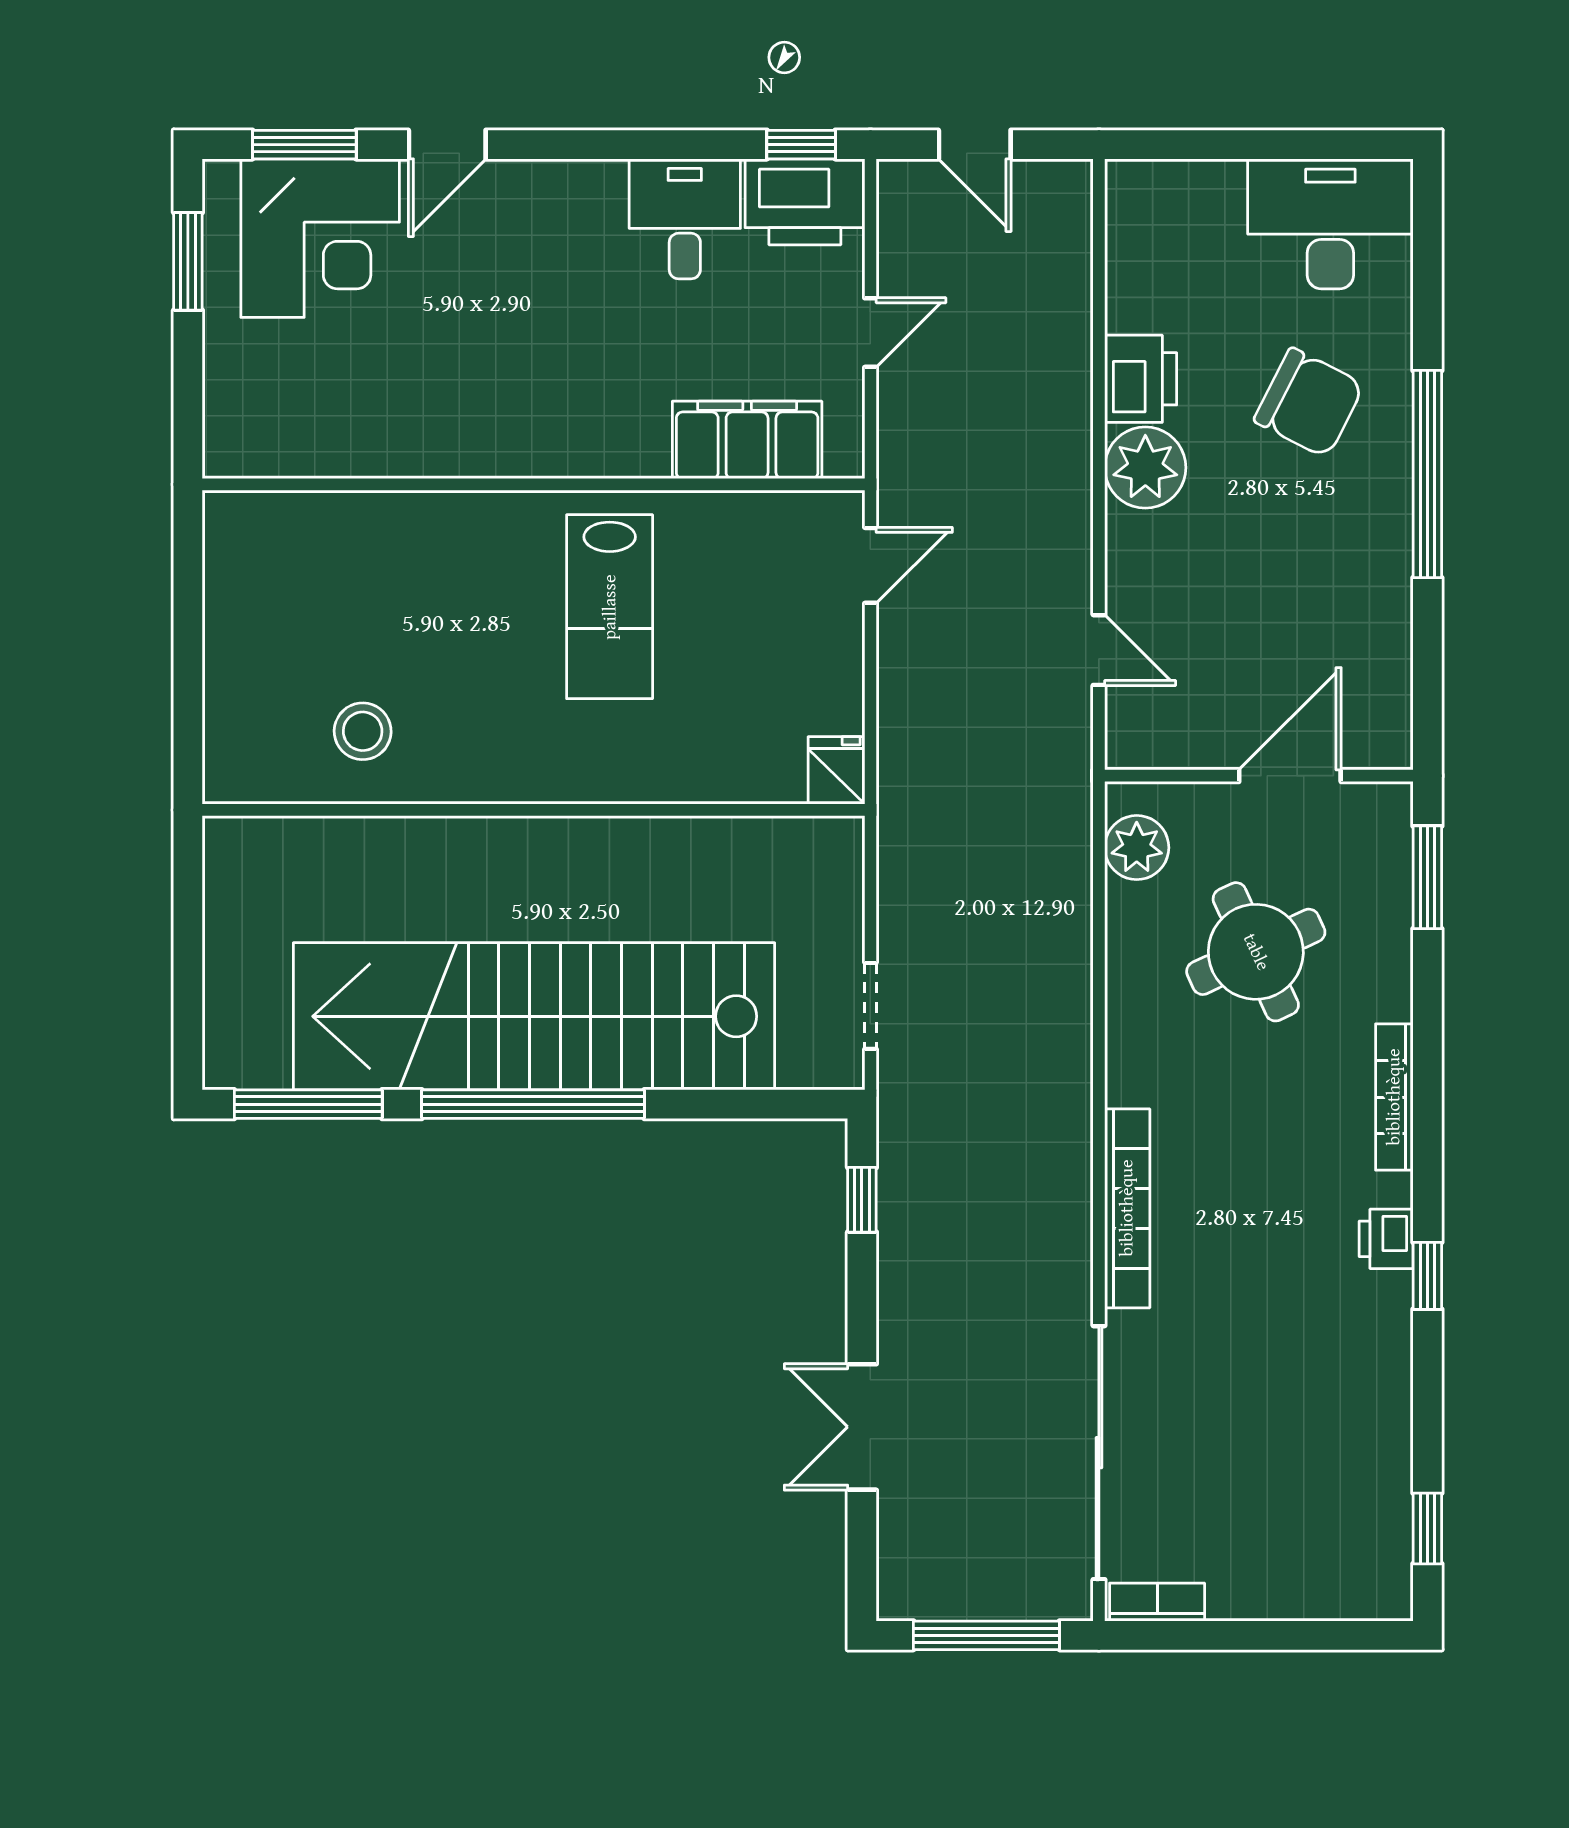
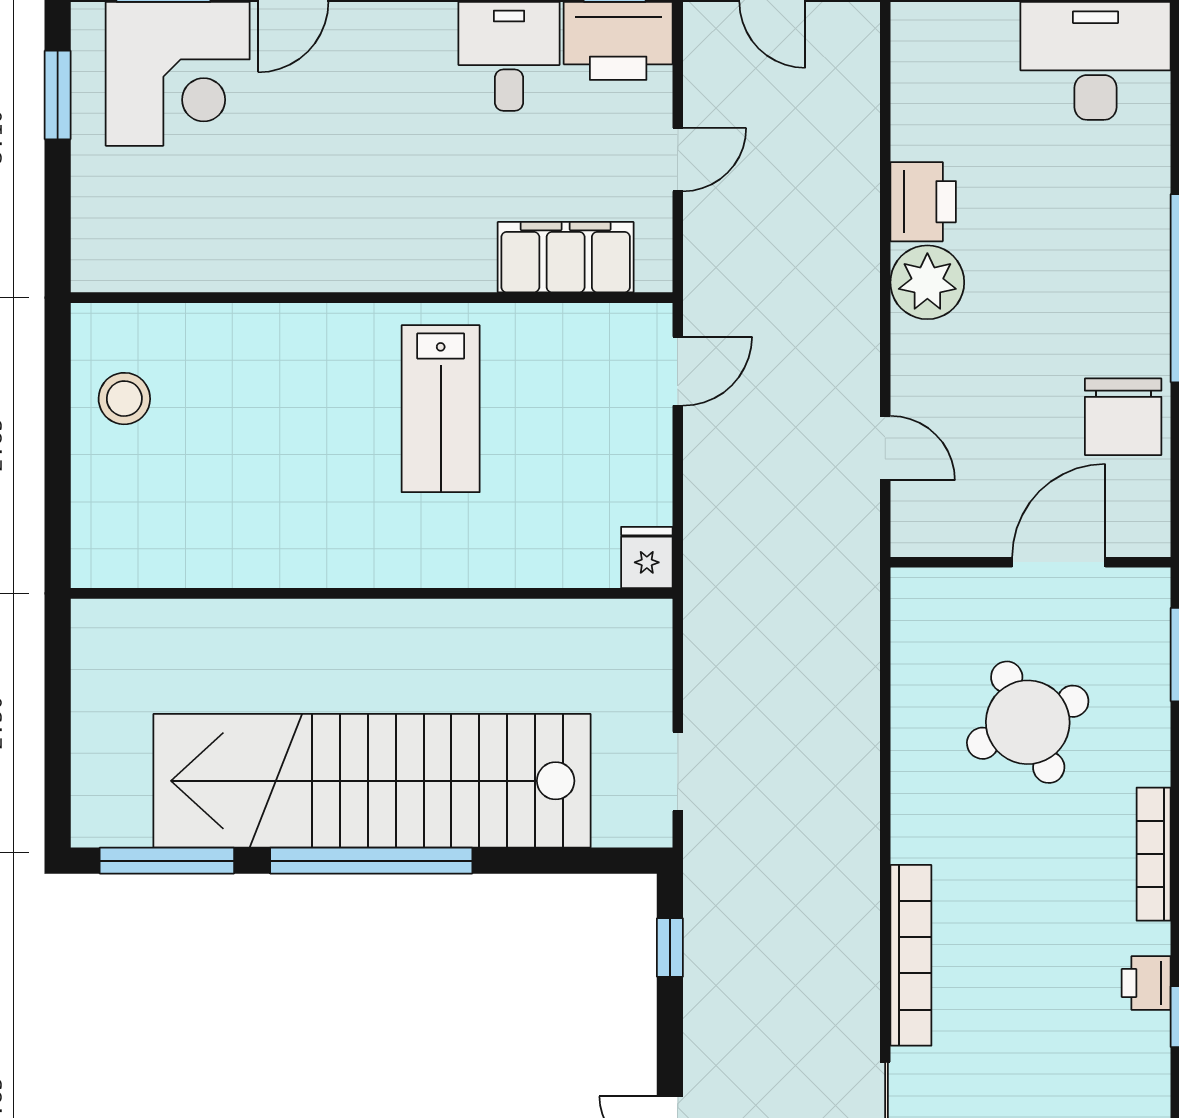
chair: (1309, 403) -> (1123, 417), moved, turned 63
stool: (363, 731) -> (124, 399), moved
plant: (1137, 848) -> (920, 627), removed

